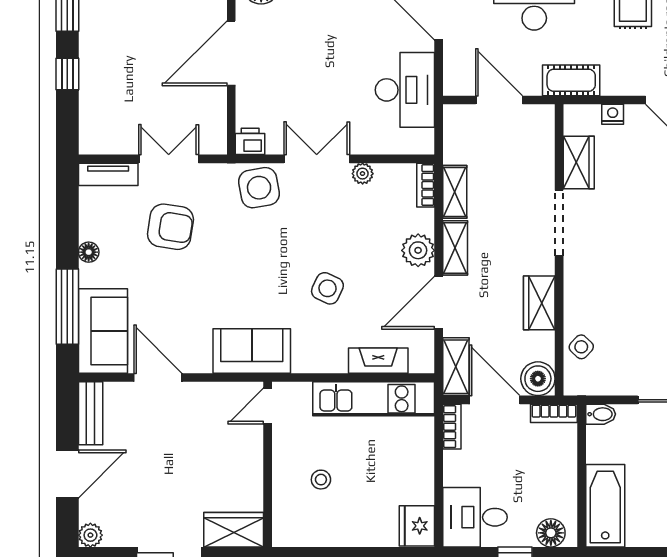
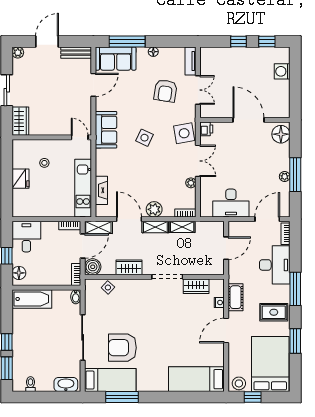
cot: (571, 80) -> (236, 297), moved
side table: (327, 288) -> (144, 138), moved
door: (67, 474) -> (47, 41), swing flipped
fridge: (417, 526) -> (20, 179), moved, turned 90

